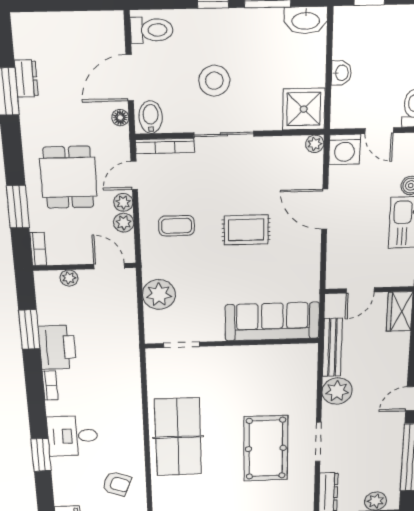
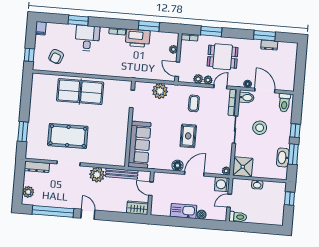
washbasin: (306, 20) -> (283, 157), moved
door: (134, 175) -> (220, 87), hinge flipped
floor lamp: (310, 244) -> (178, 165), added
door: (109, 266) -> (177, 69), swing flipped

